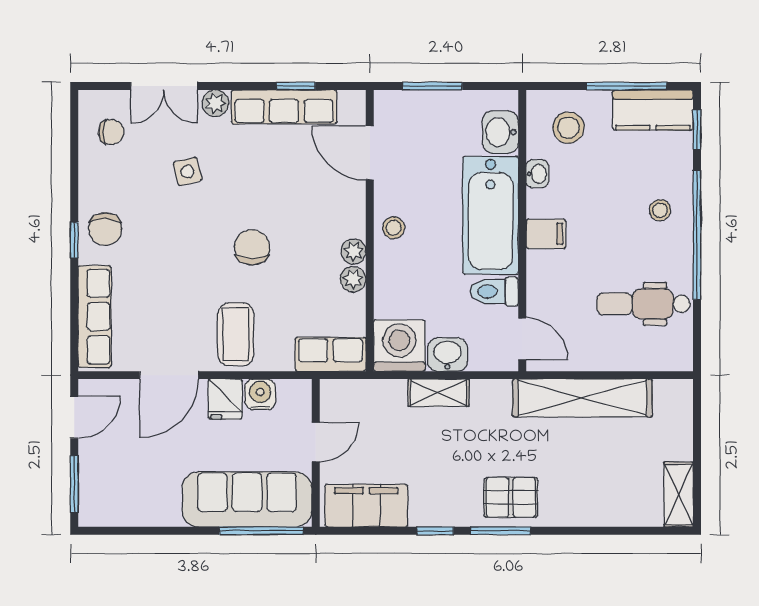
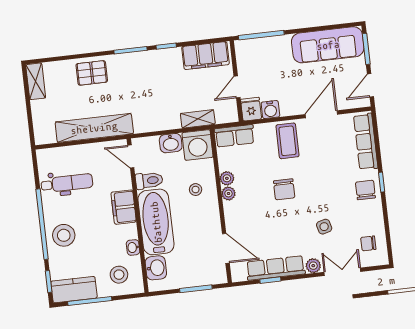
stool: (660, 210) -> (64, 235), width x1.89, depth x1.89
stool: (394, 228) -> (196, 190), moved
filing cabinet: (546, 234) -> (124, 207), width x2.00
shelving: (439, 393) -> (198, 119), moved
fridge: (225, 399) -> (251, 109), moved
pallet: (511, 497) -> (92, 73), moved
sofa: (247, 499) -> (328, 45), moved

